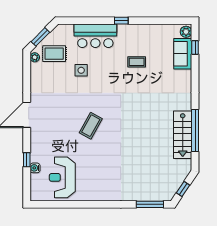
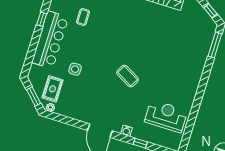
bar counter: (95, 36) -> (50, 40), width x1.36
water cooler: (35, 168) -> (126, 131), moved
reception desk: (62, 177) -> (166, 116), turned 180

